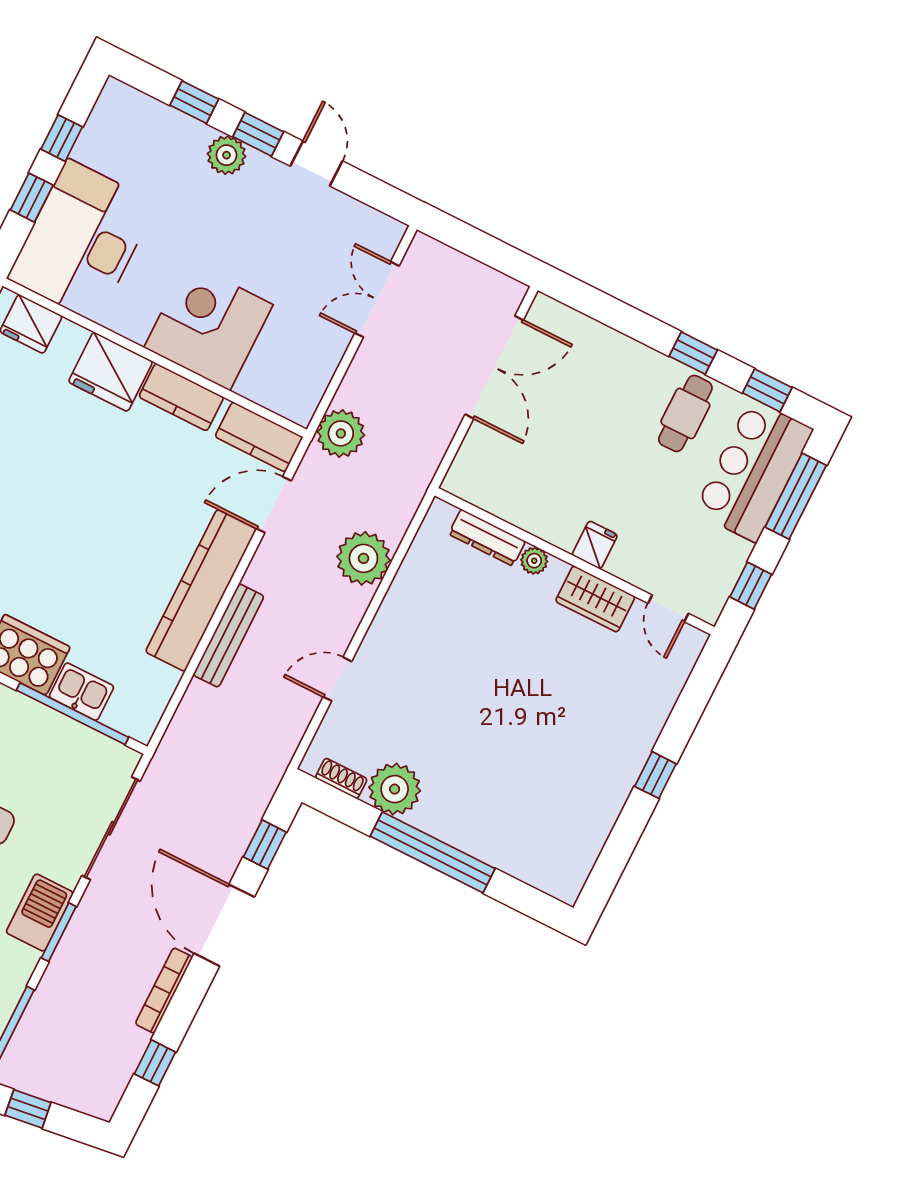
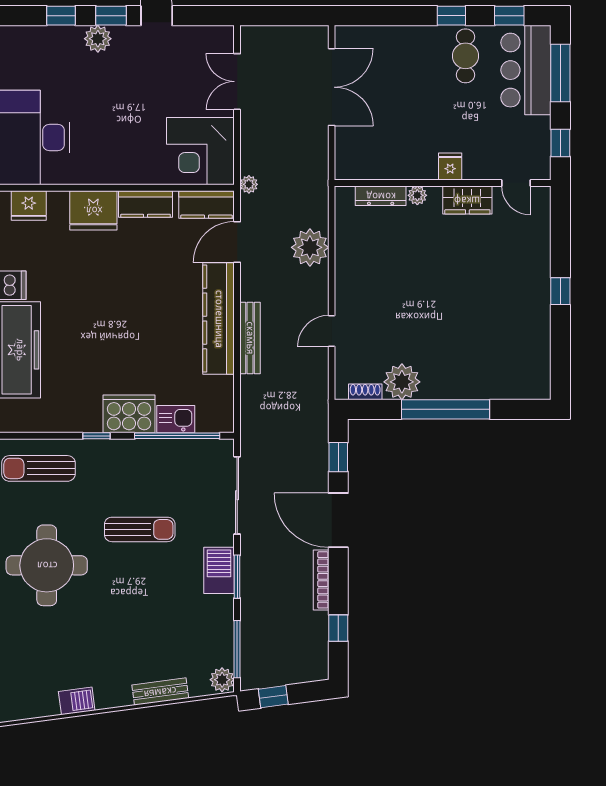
corner desk: (208, 326) -> (200, 151), moved, turned -90
plant: (341, 433) -> (249, 184), width x0.53, depth x0.53

